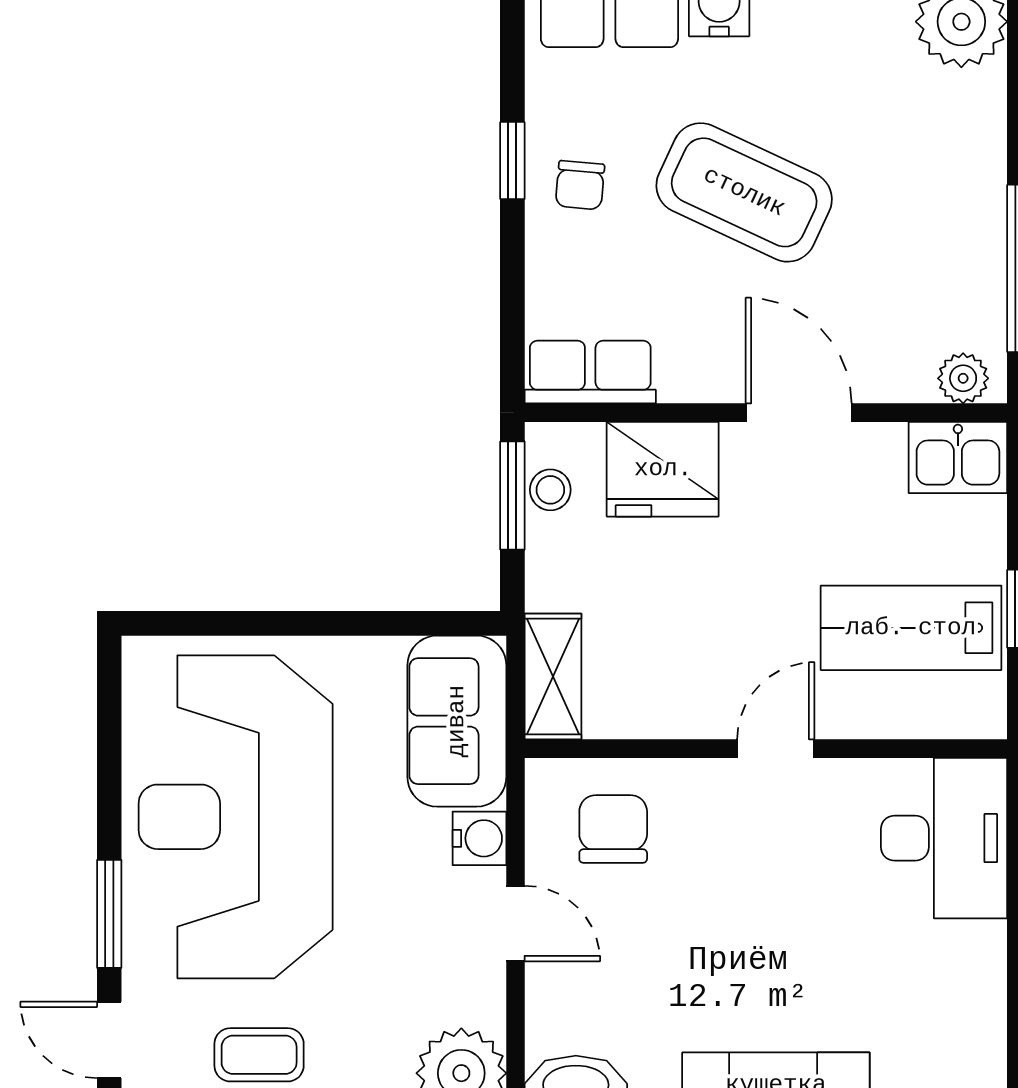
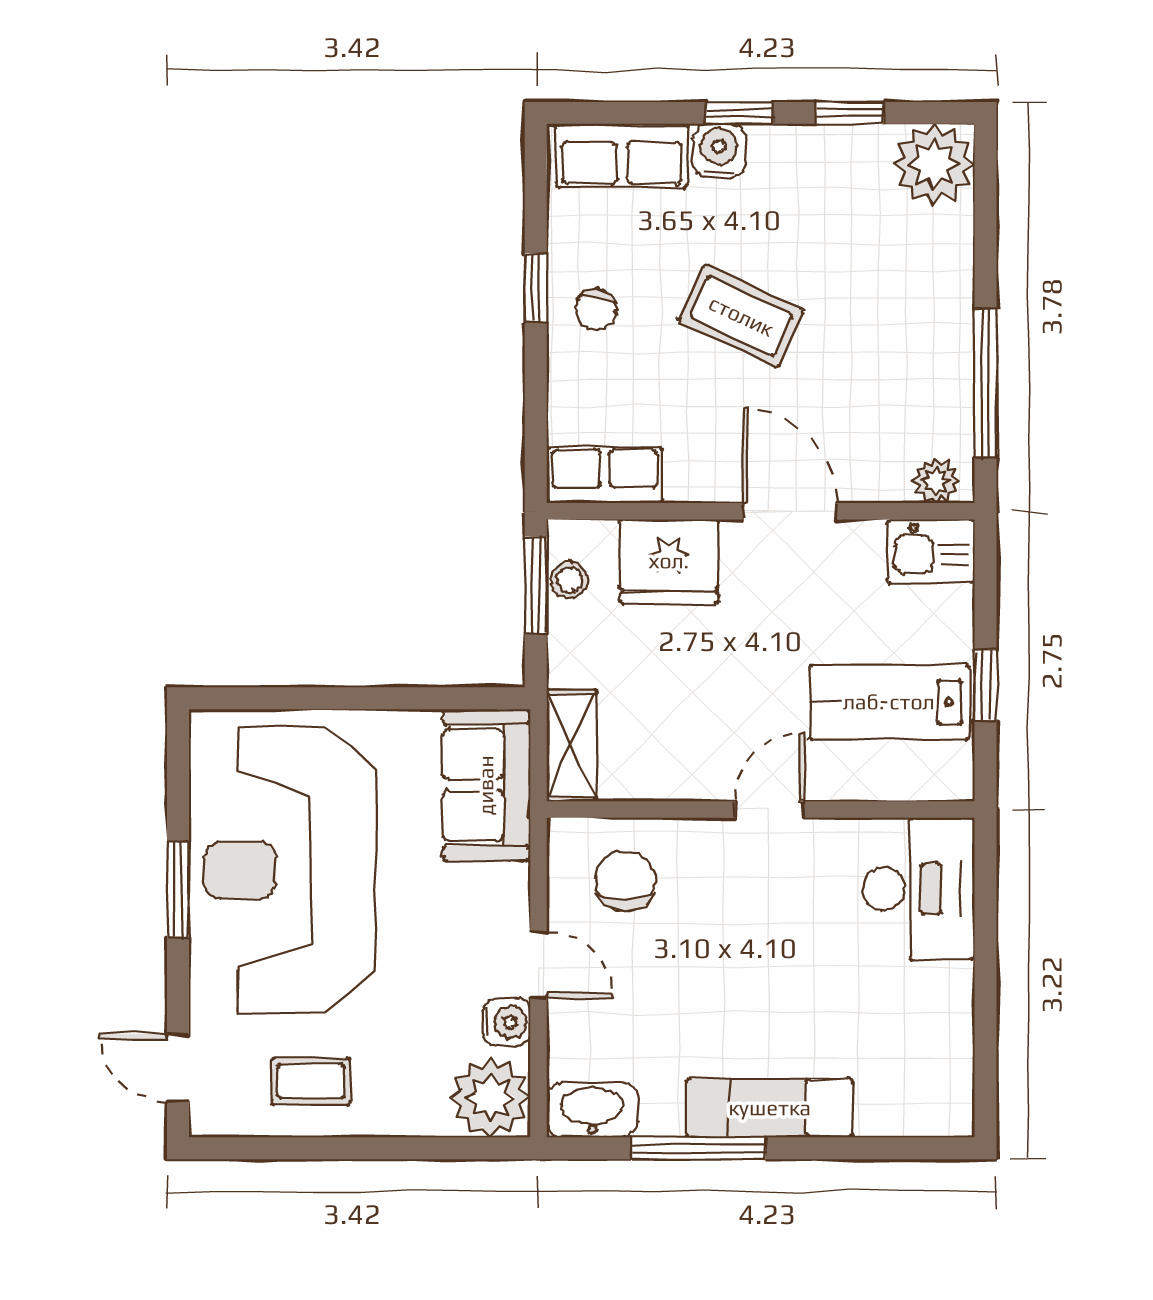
coffee table: (744, 192) -> (741, 316), width x0.73, depth x0.76
water cooler: (479, 838) -> (506, 1022), moved
window: (109, 914) -> (178, 889), moved

